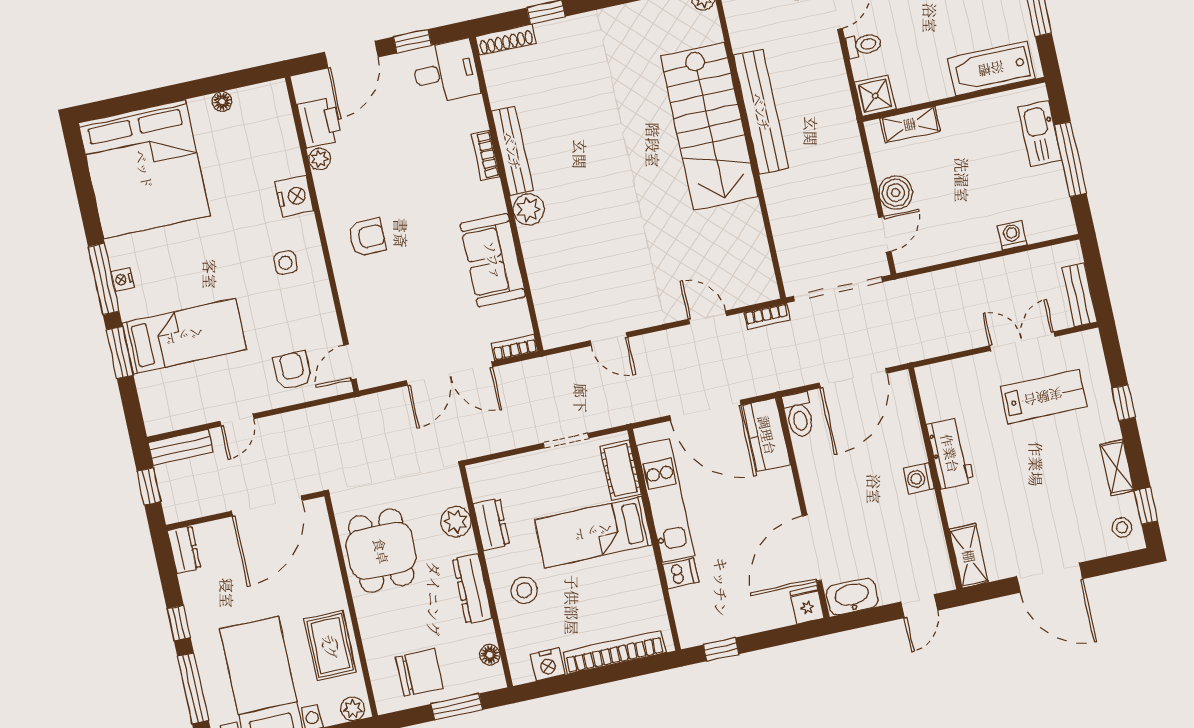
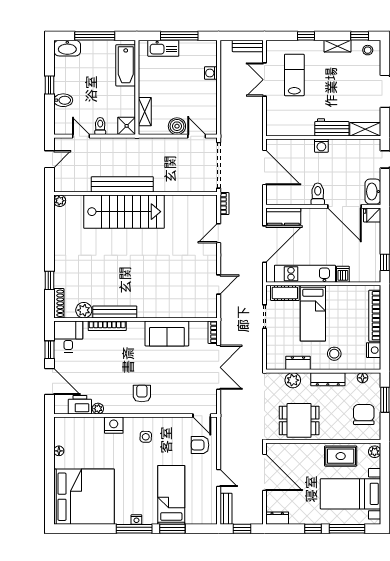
bookcase: (485, 155) -> (107, 326), width x1.56
plant: (529, 209) -> (84, 310), moved
toilet: (799, 415) -> (318, 194), moved, turned -90
workbench: (950, 453) -> (332, 127), moved

